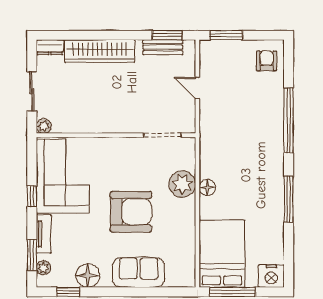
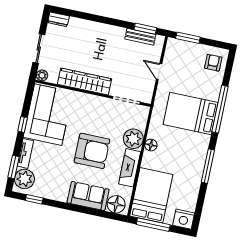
wardrobe: (100, 51) -> (85, 82), moved, turned 180
bed: (251, 135) -> (191, 114), added
fireplace: (186, 223) -> (130, 168), added
plant: (43, 268) -> (24, 179), width x1.87, depth x1.87
floor lamp: (88, 276) -> (116, 204), moved

